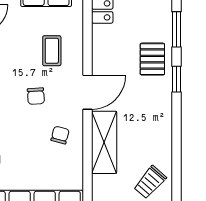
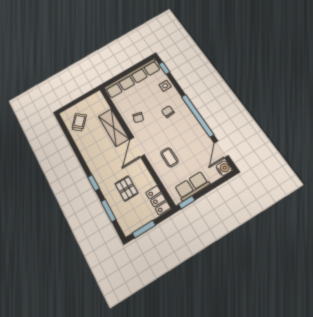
pallet: (152, 59) -> (126, 188), moved
chair: (36, 96) -> (168, 112), moved

